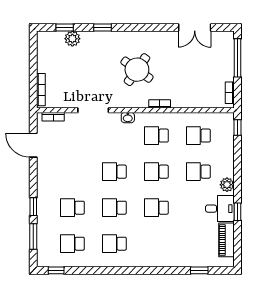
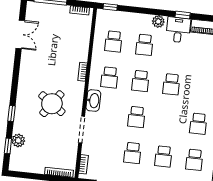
round table: (137, 70) -> (52, 104), moved
washbasin: (128, 118) -> (93, 101), width x1.91, depth x1.45
school desk: (114, 208) -> (132, 153), moved

